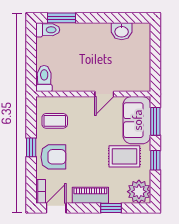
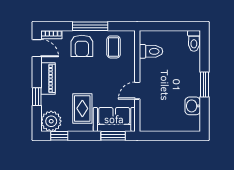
window: (62, 18) -> (204, 85), moved
toilet: (44, 79) -> (151, 51), moved
door: (104, 94) -> (137, 91), hinge flipped
window: (31, 147) -> (90, 26), width x2.17
window: (155, 160) -> (59, 136), moved

